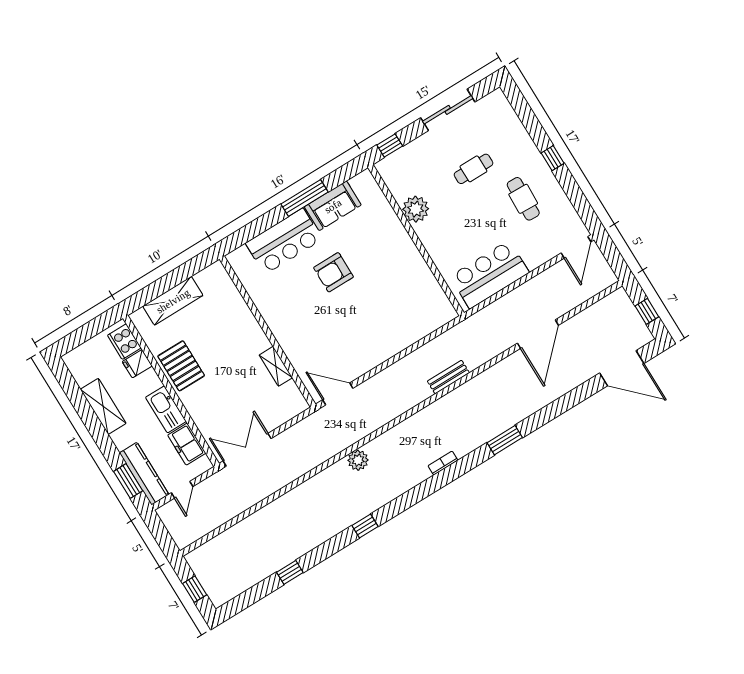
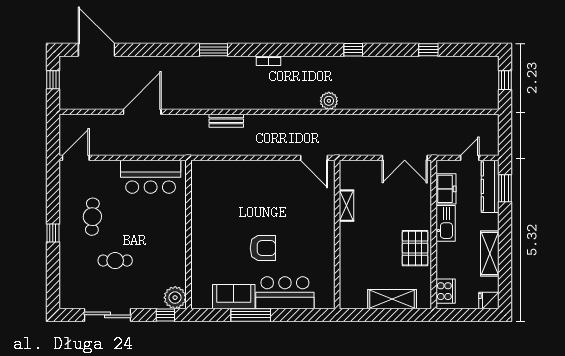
plant: (416, 209) -> (175, 298), moved
fridge: (137, 364) -> (489, 300), moved, turned 180

